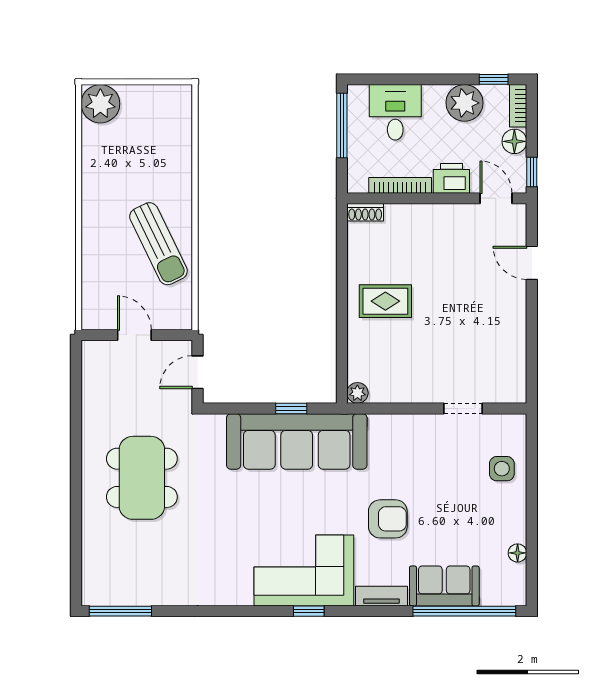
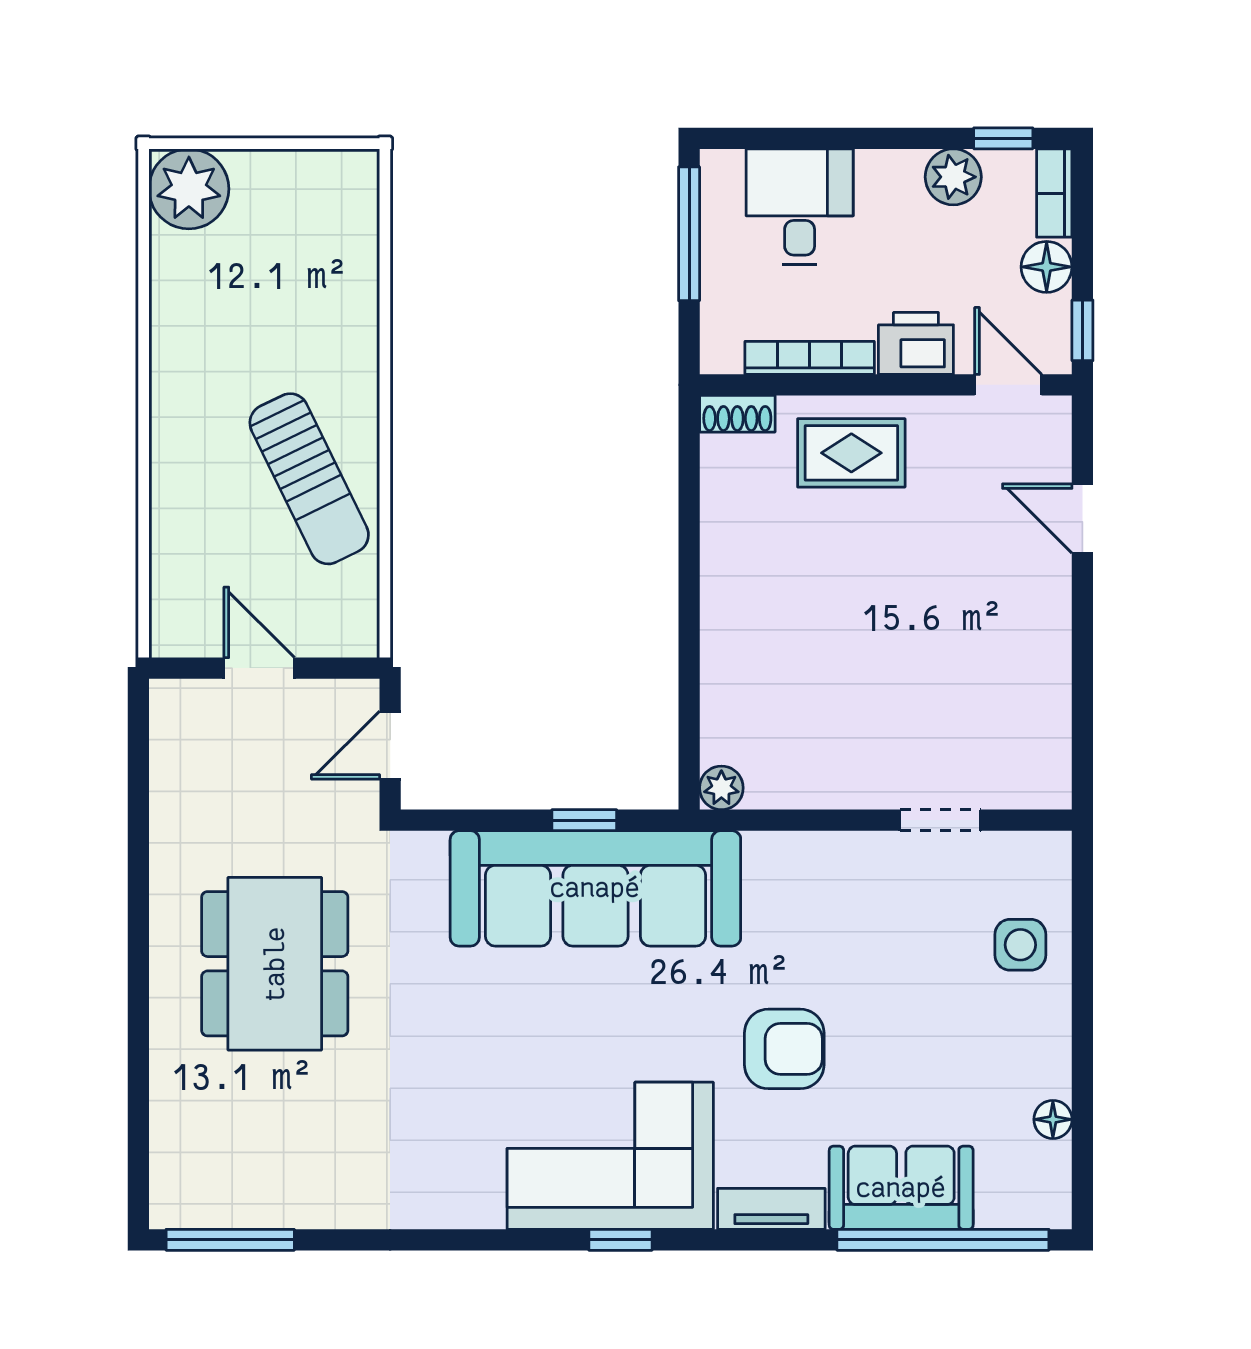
plant: (464, 103) -> (953, 177), width x0.73, depth x0.73
rug: (385, 301) -> (851, 453), moved

